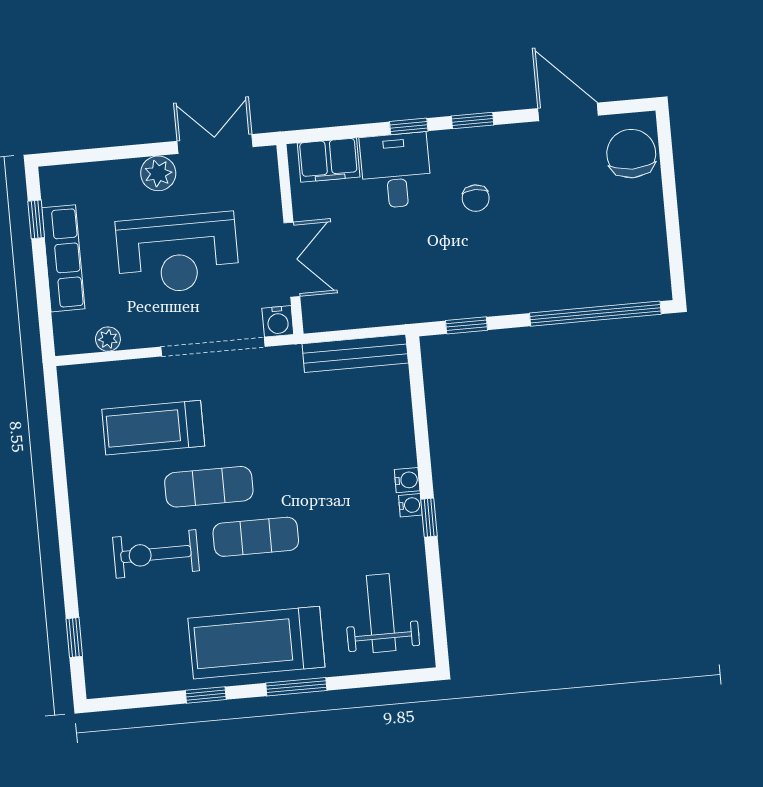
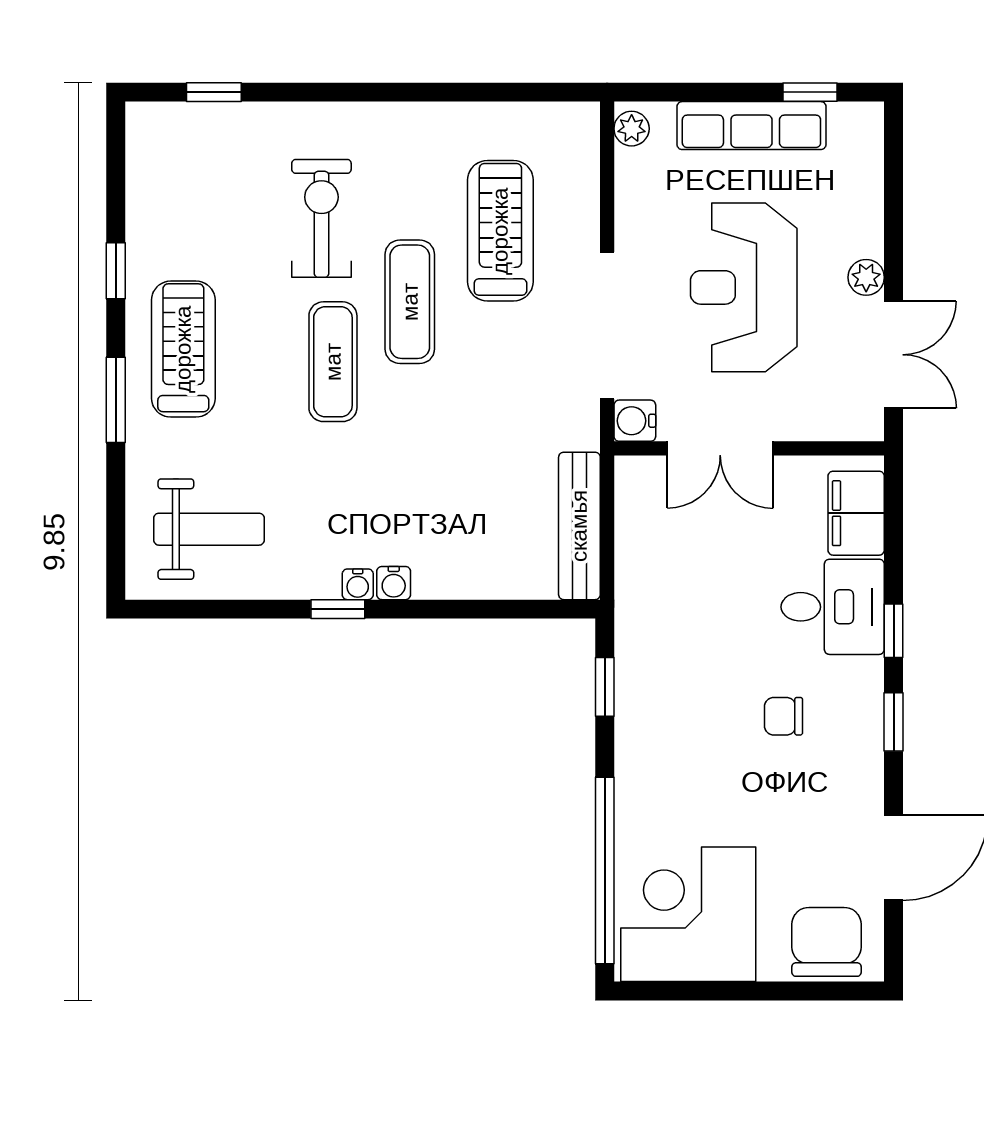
chair: (631, 154) -> (826, 942), turned -90
plant: (158, 173) -> (866, 277), width x0.73, depth x0.73
corner desk: (621, 252) -> (688, 914), added
plant: (108, 339) -> (632, 129), moved
treadmill: (256, 643) -> (183, 349), width x0.73, depth x0.73

